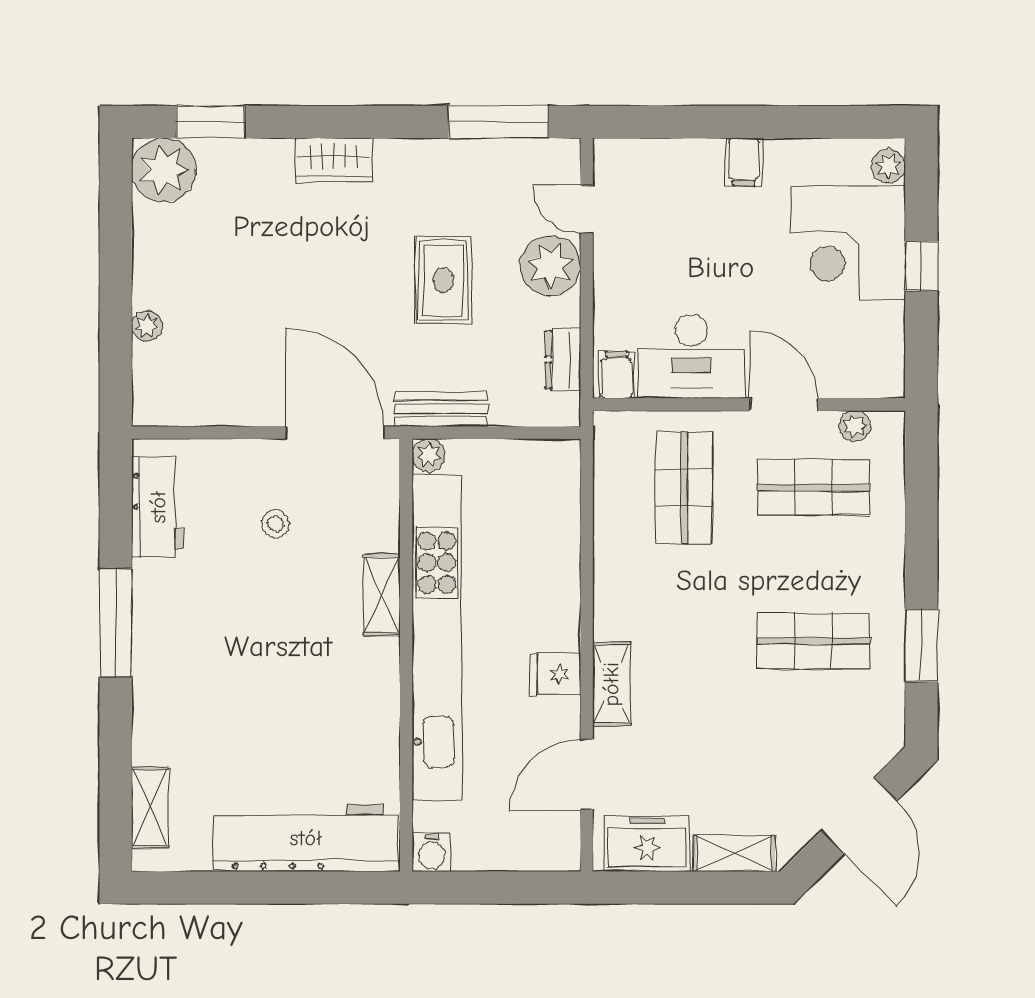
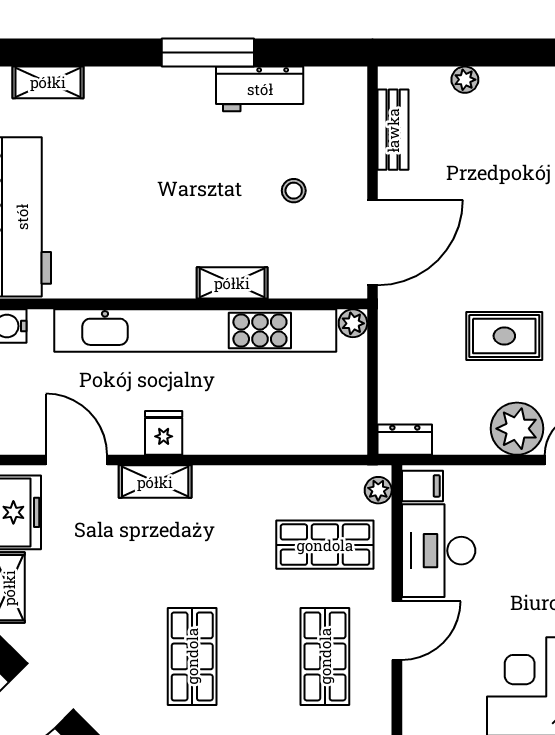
dresser: (563, 360) -> (405, 440), moved
bench: (441, 409) -> (393, 130), moved
plant: (855, 426) -> (378, 490), moved
workbench: (158, 507) -> (260, 89), moved

